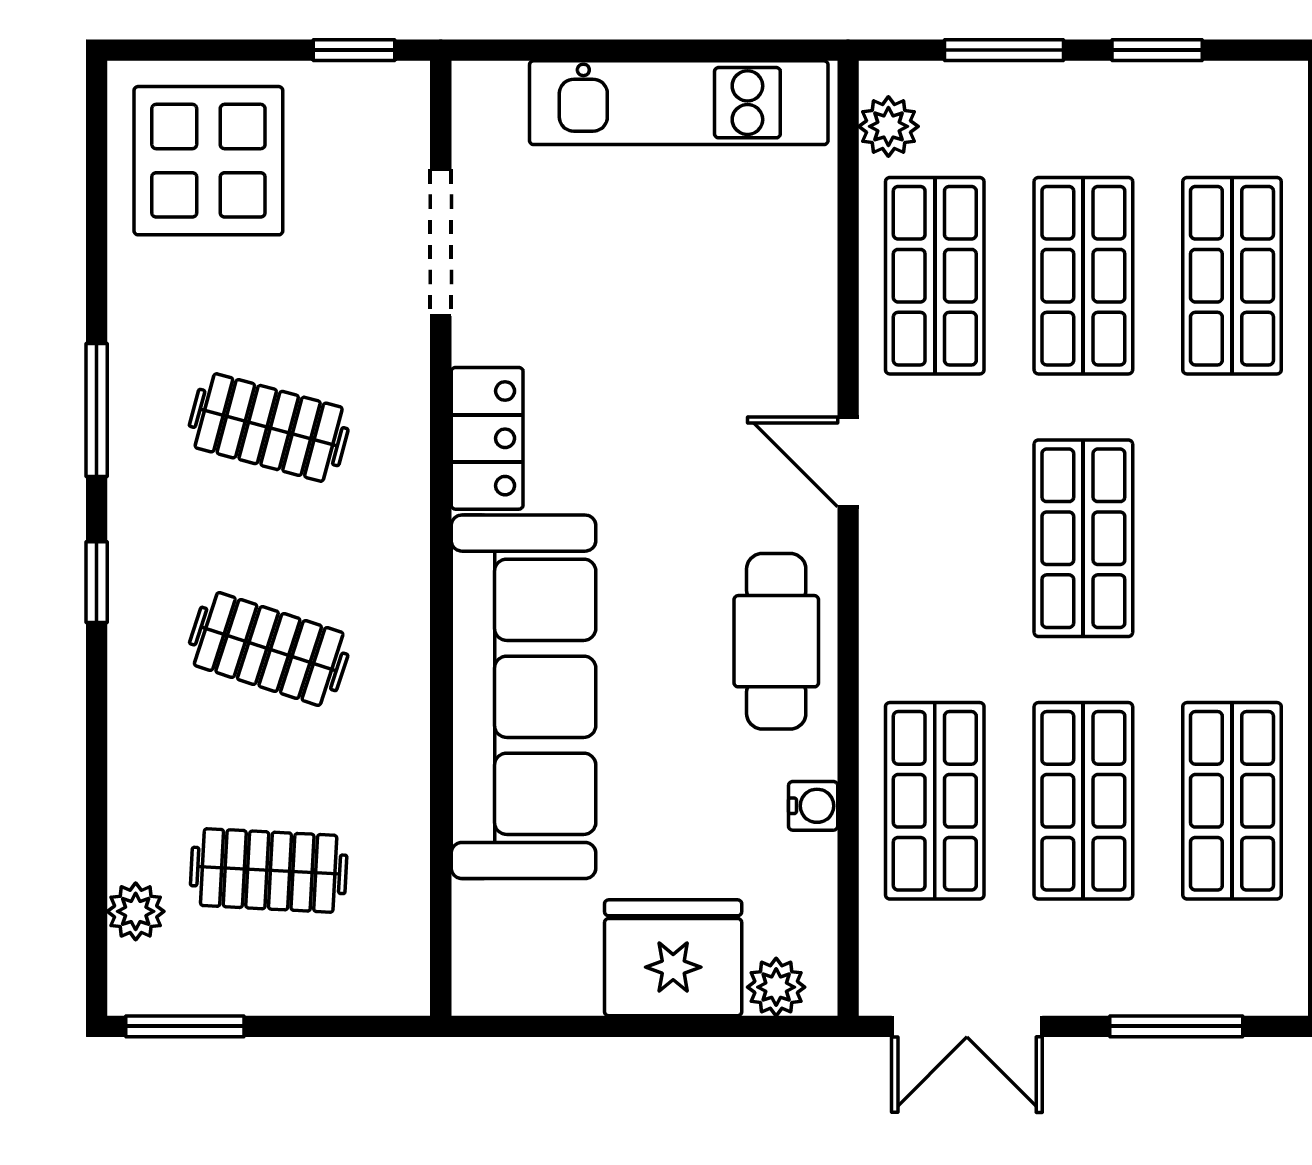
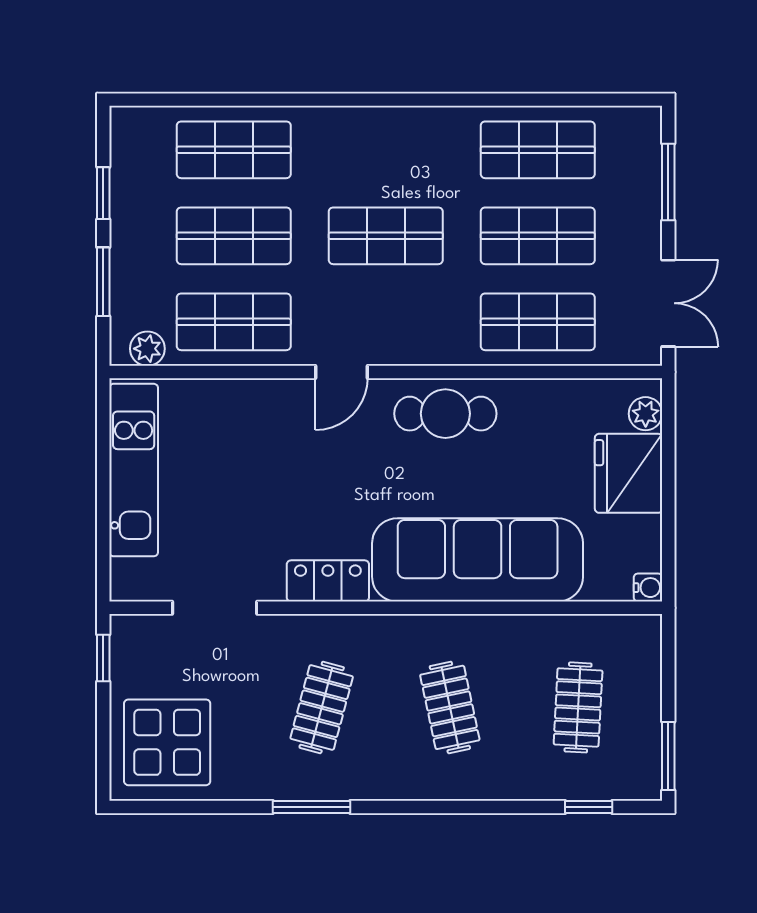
window: (97, 582) -> (589, 807), moved
clothes rail: (269, 649) -> (450, 707), turned -30
water cooler: (813, 806) -> (648, 588), moved, turned 90
plant: (136, 911) -> (602, 784), removed

